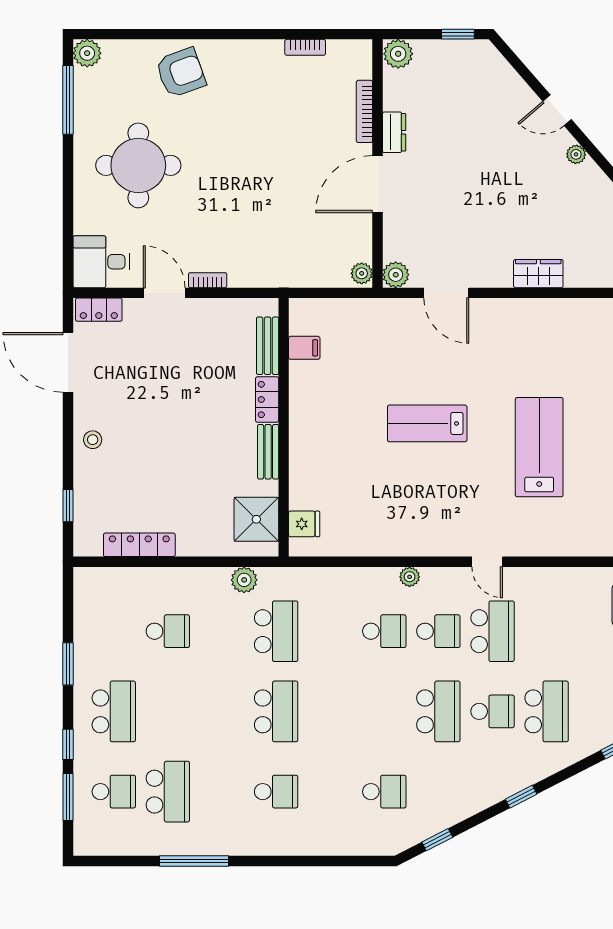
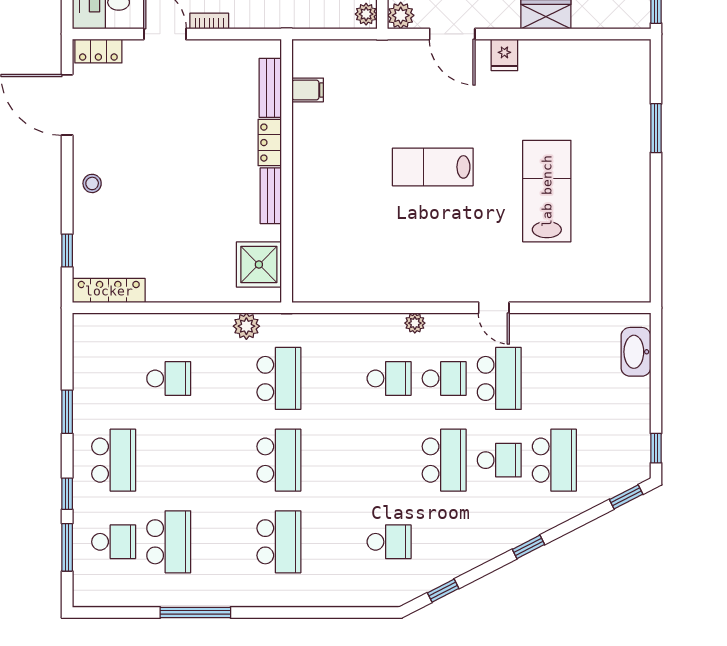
fridge: (304, 524) -> (504, 55), moved, turned 90
locker: (139, 545) -> (109, 291), moved
school desk: (276, 792) -> (279, 542), width x1.85

